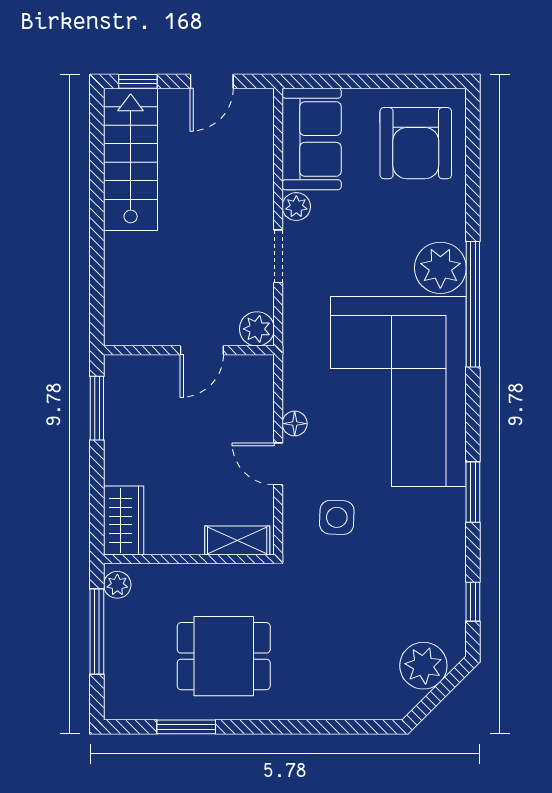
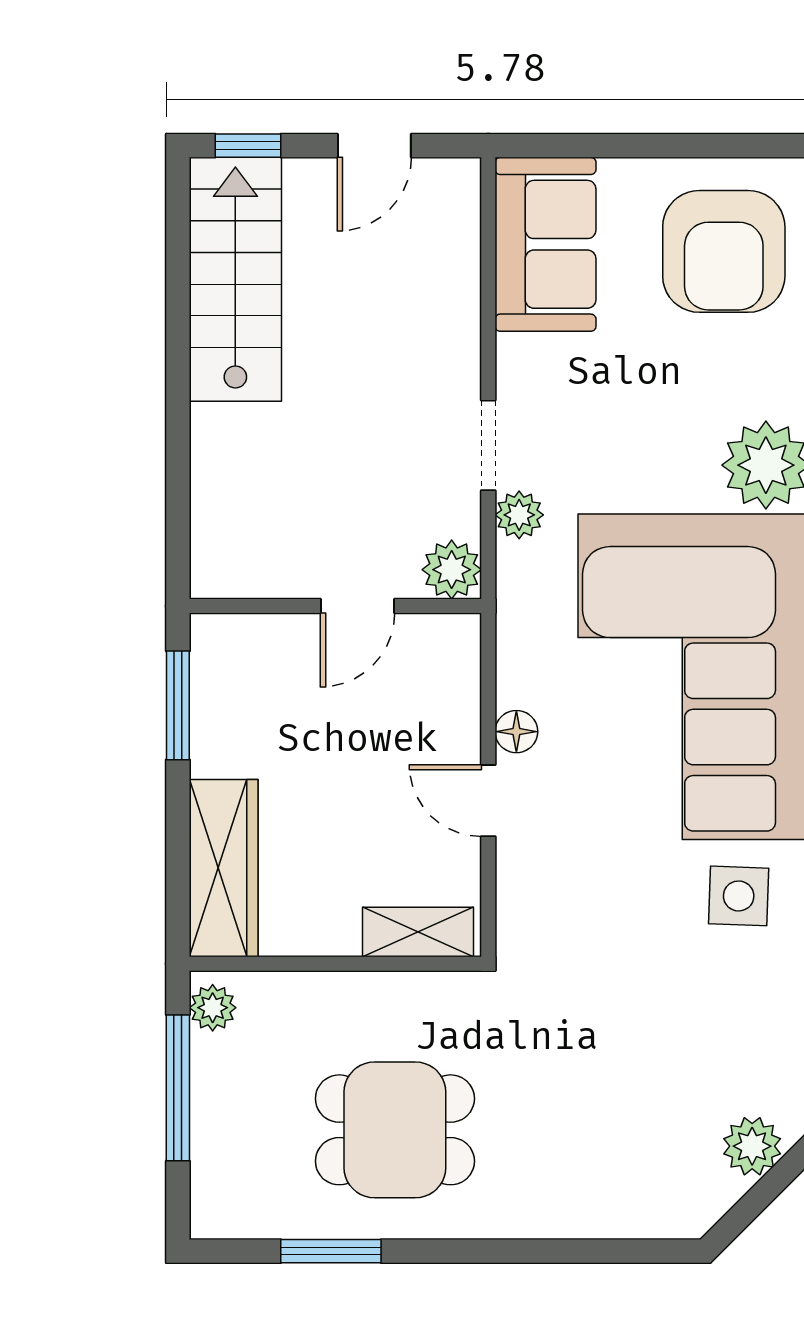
plant: (296, 207) -> (519, 515), moved
side table: (337, 517) -> (739, 896), moved
wardrobe: (124, 521) -> (224, 868), width x1.50
plant: (423, 666) -> (752, 1146), width x0.73, depth x0.73

